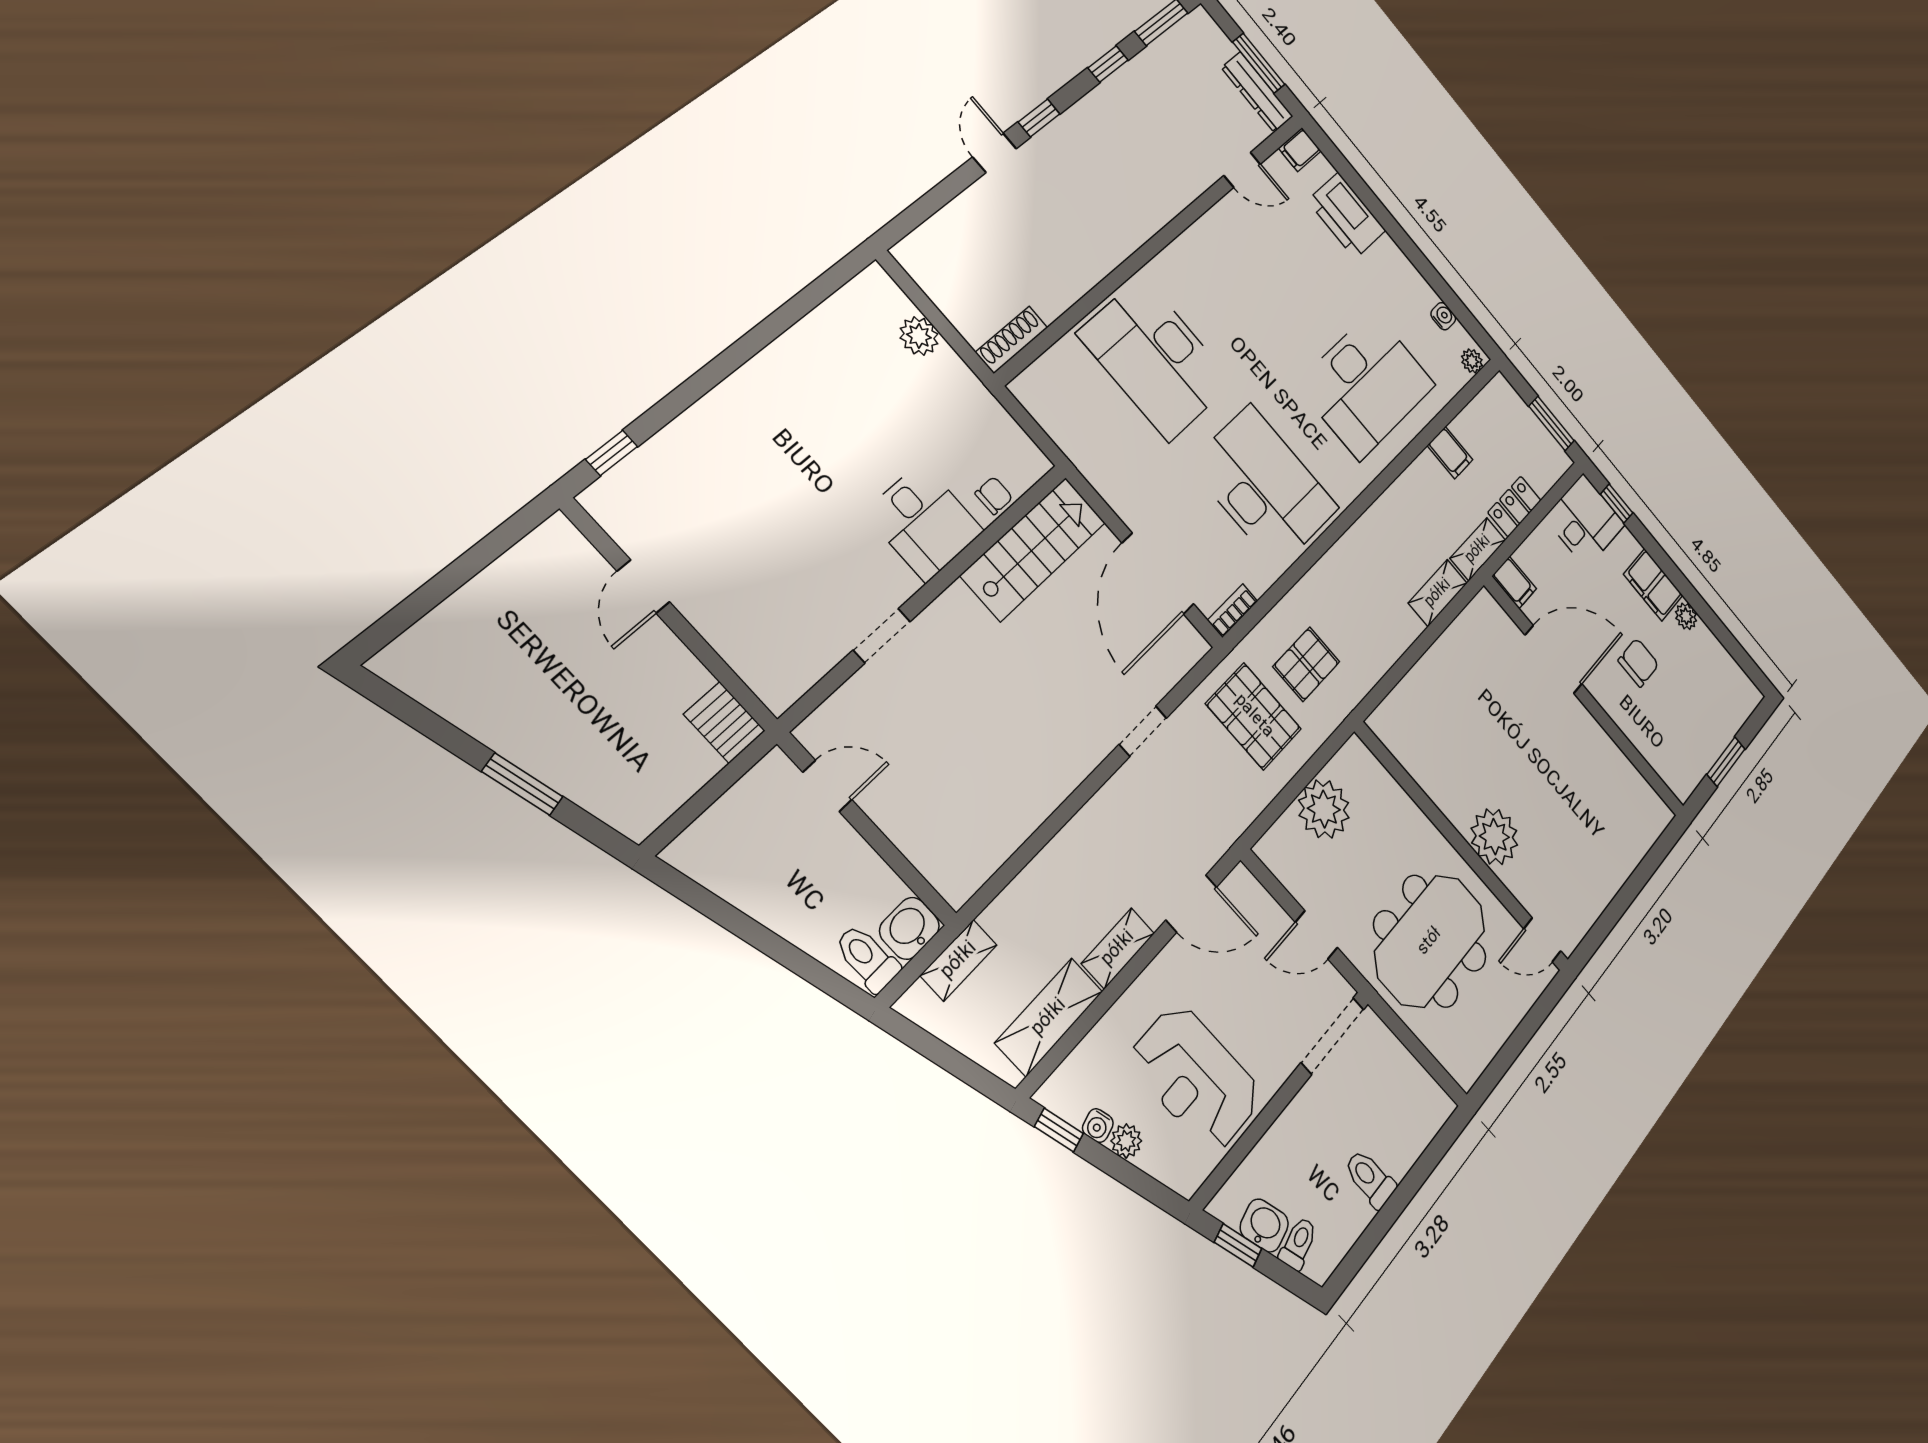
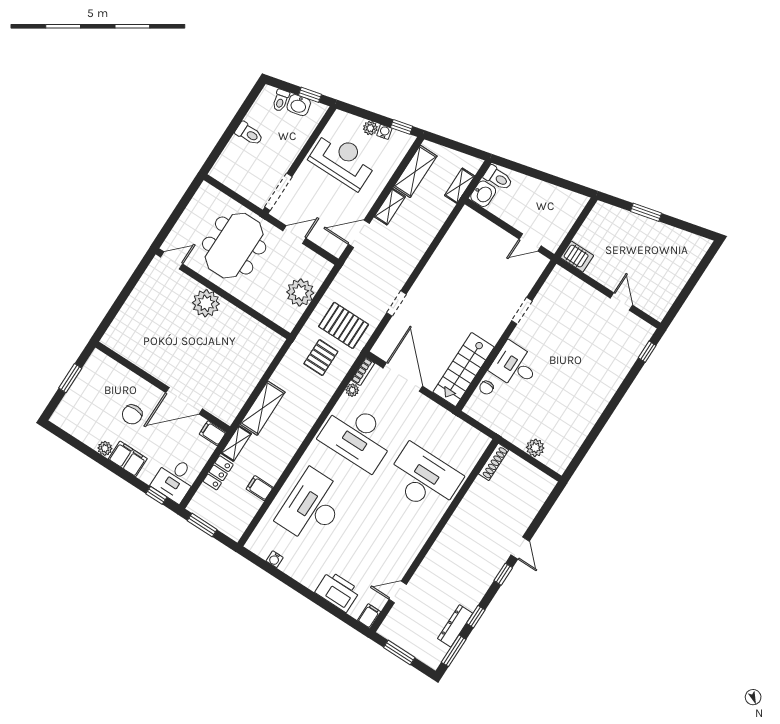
dresser: (1257, 92) -> (455, 626), moved, turned -90
plant: (1472, 361) -> (352, 390), moved
shelving: (1438, 593) -> (262, 408), width x1.50, depth x1.33

